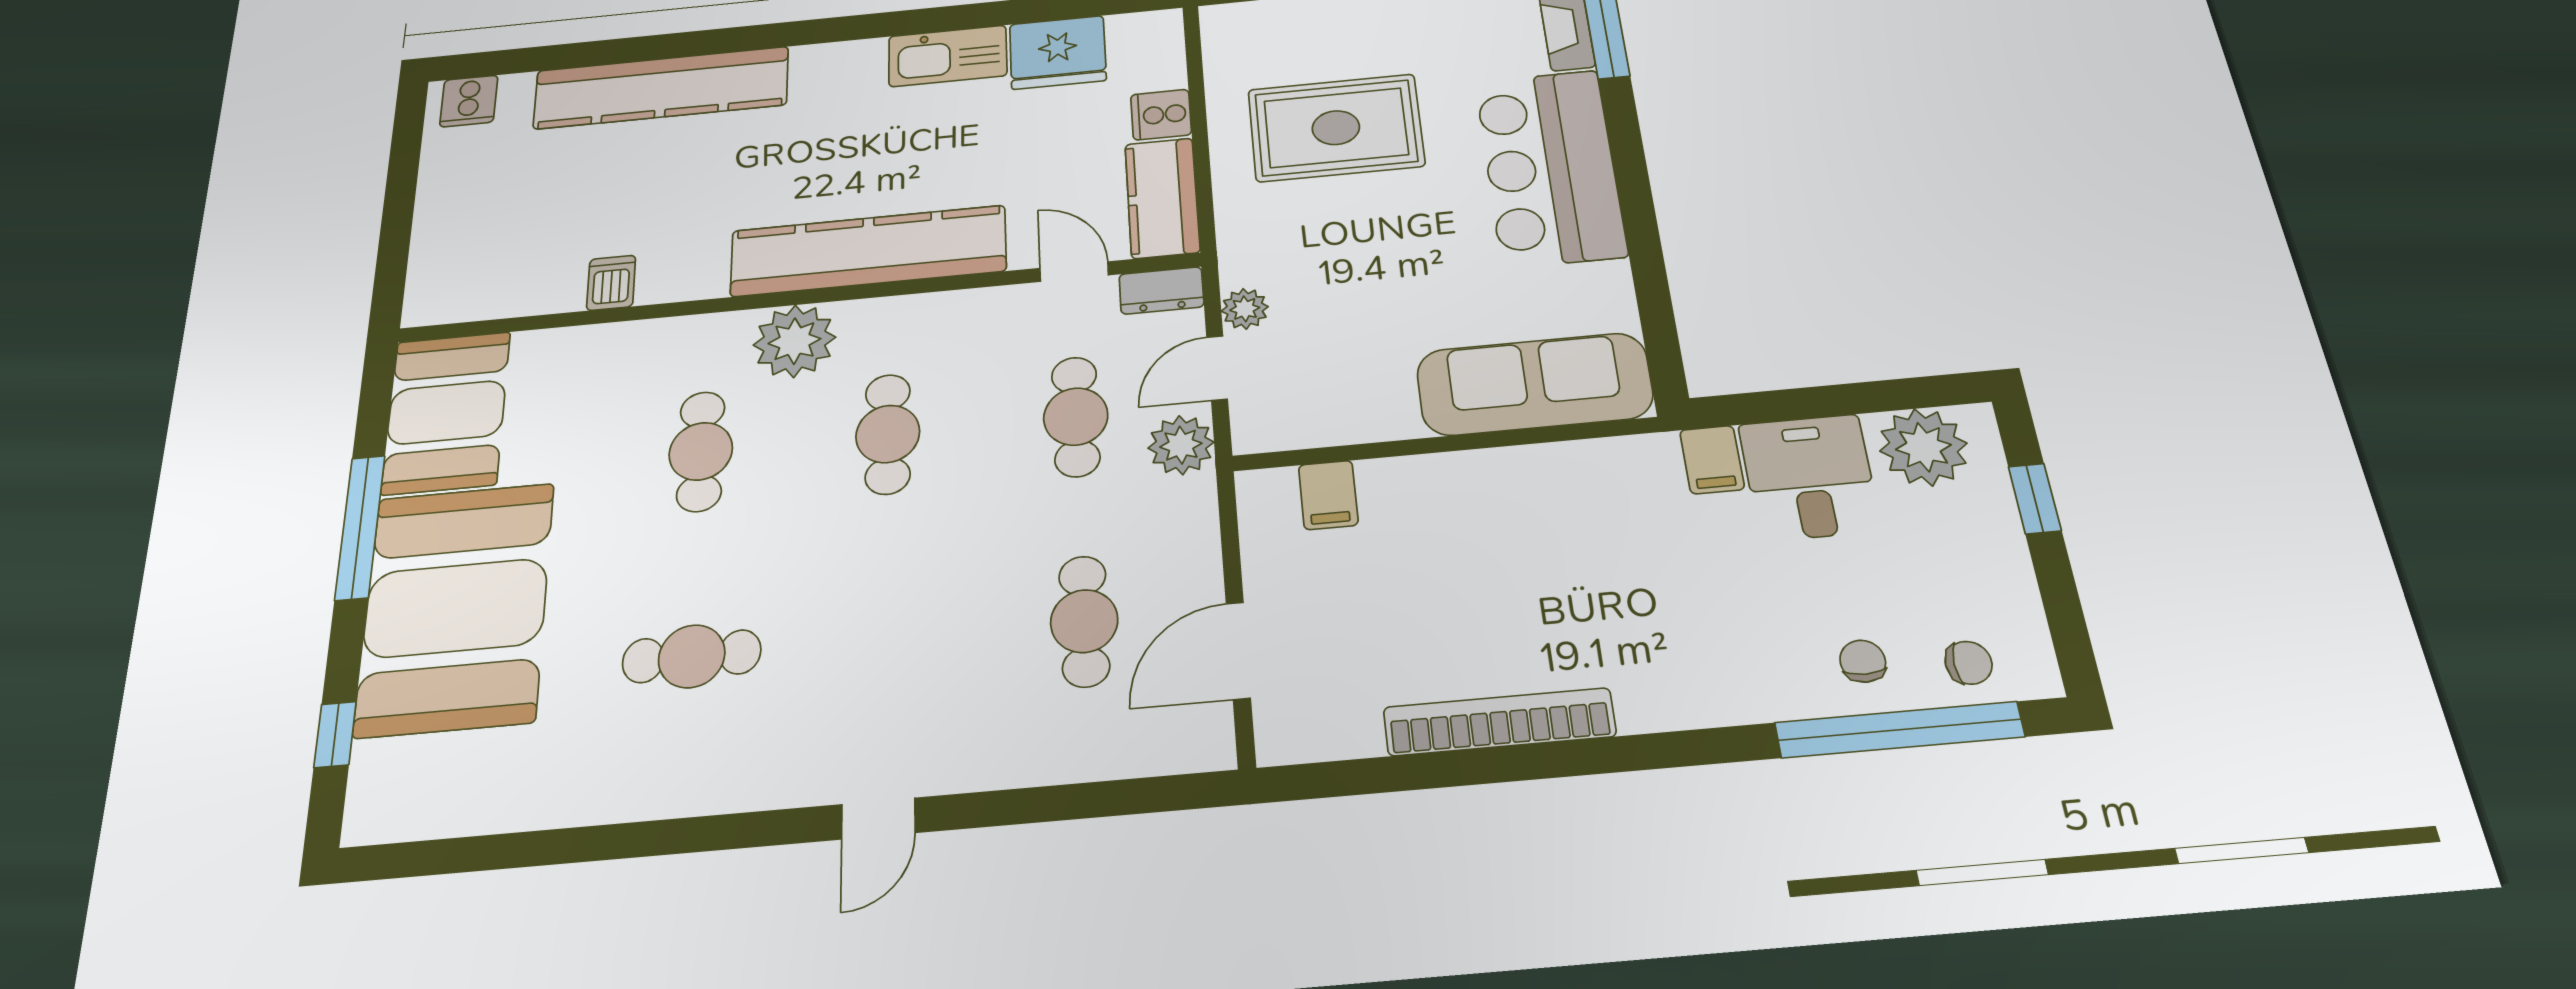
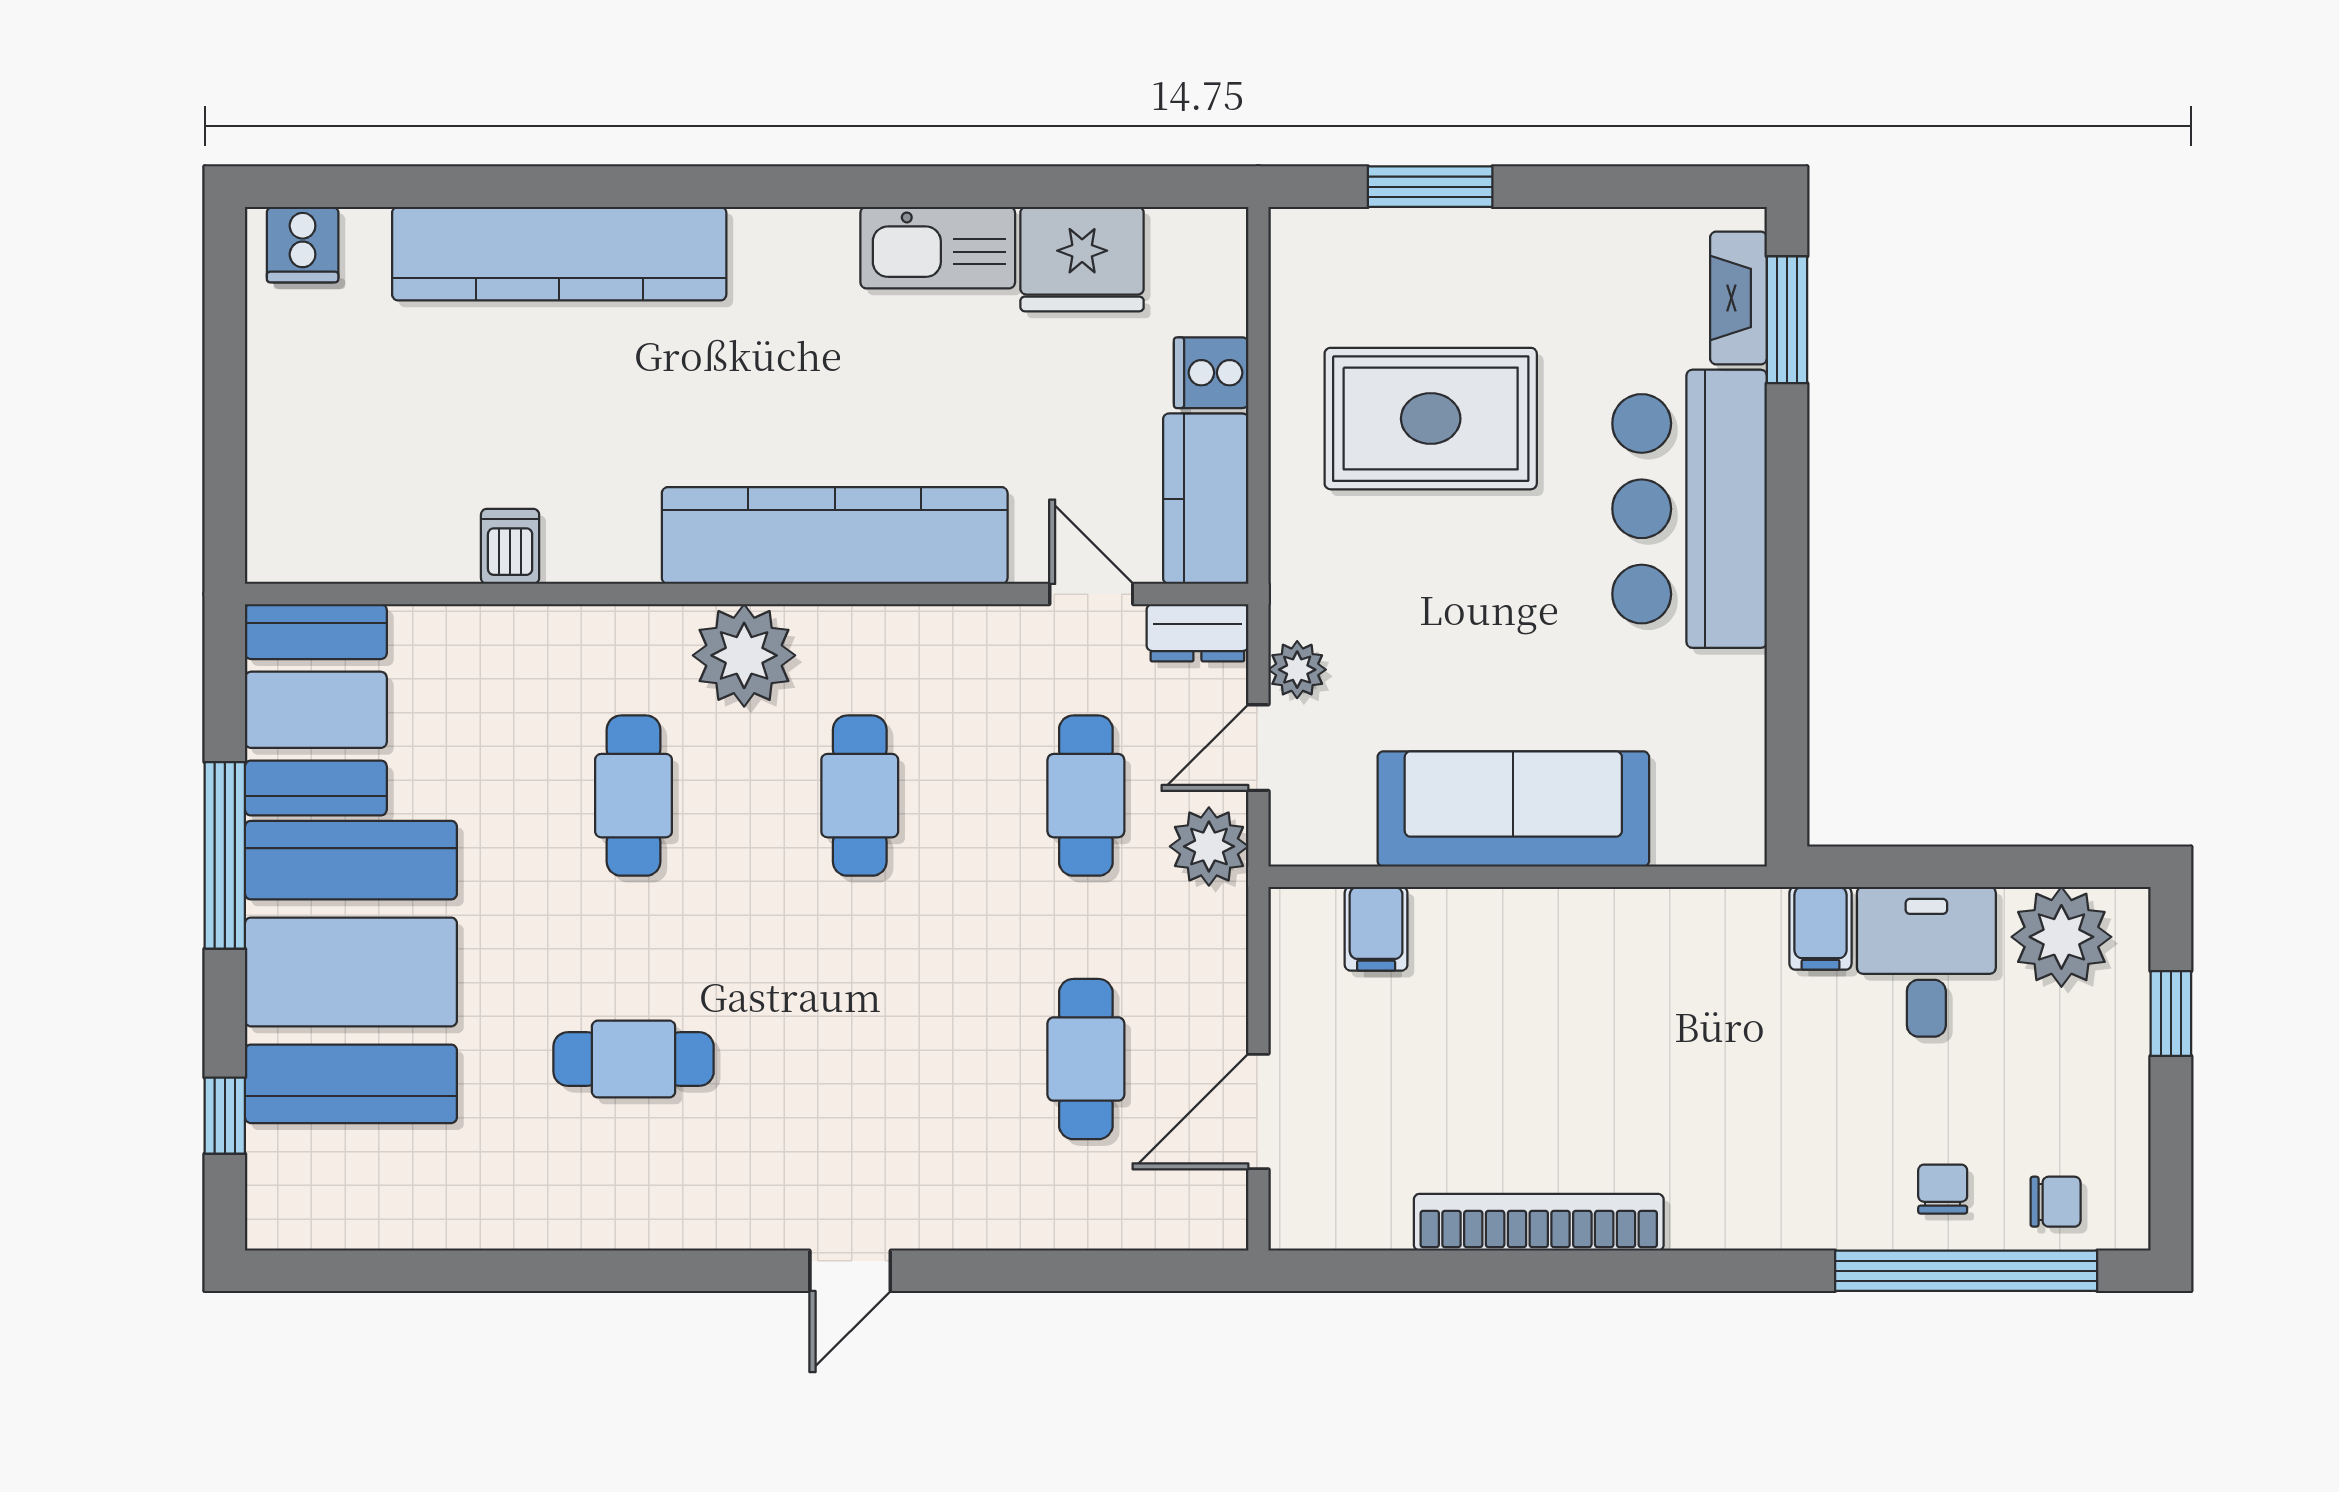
sofa: (1534, 384) -> (1513, 809), moved

